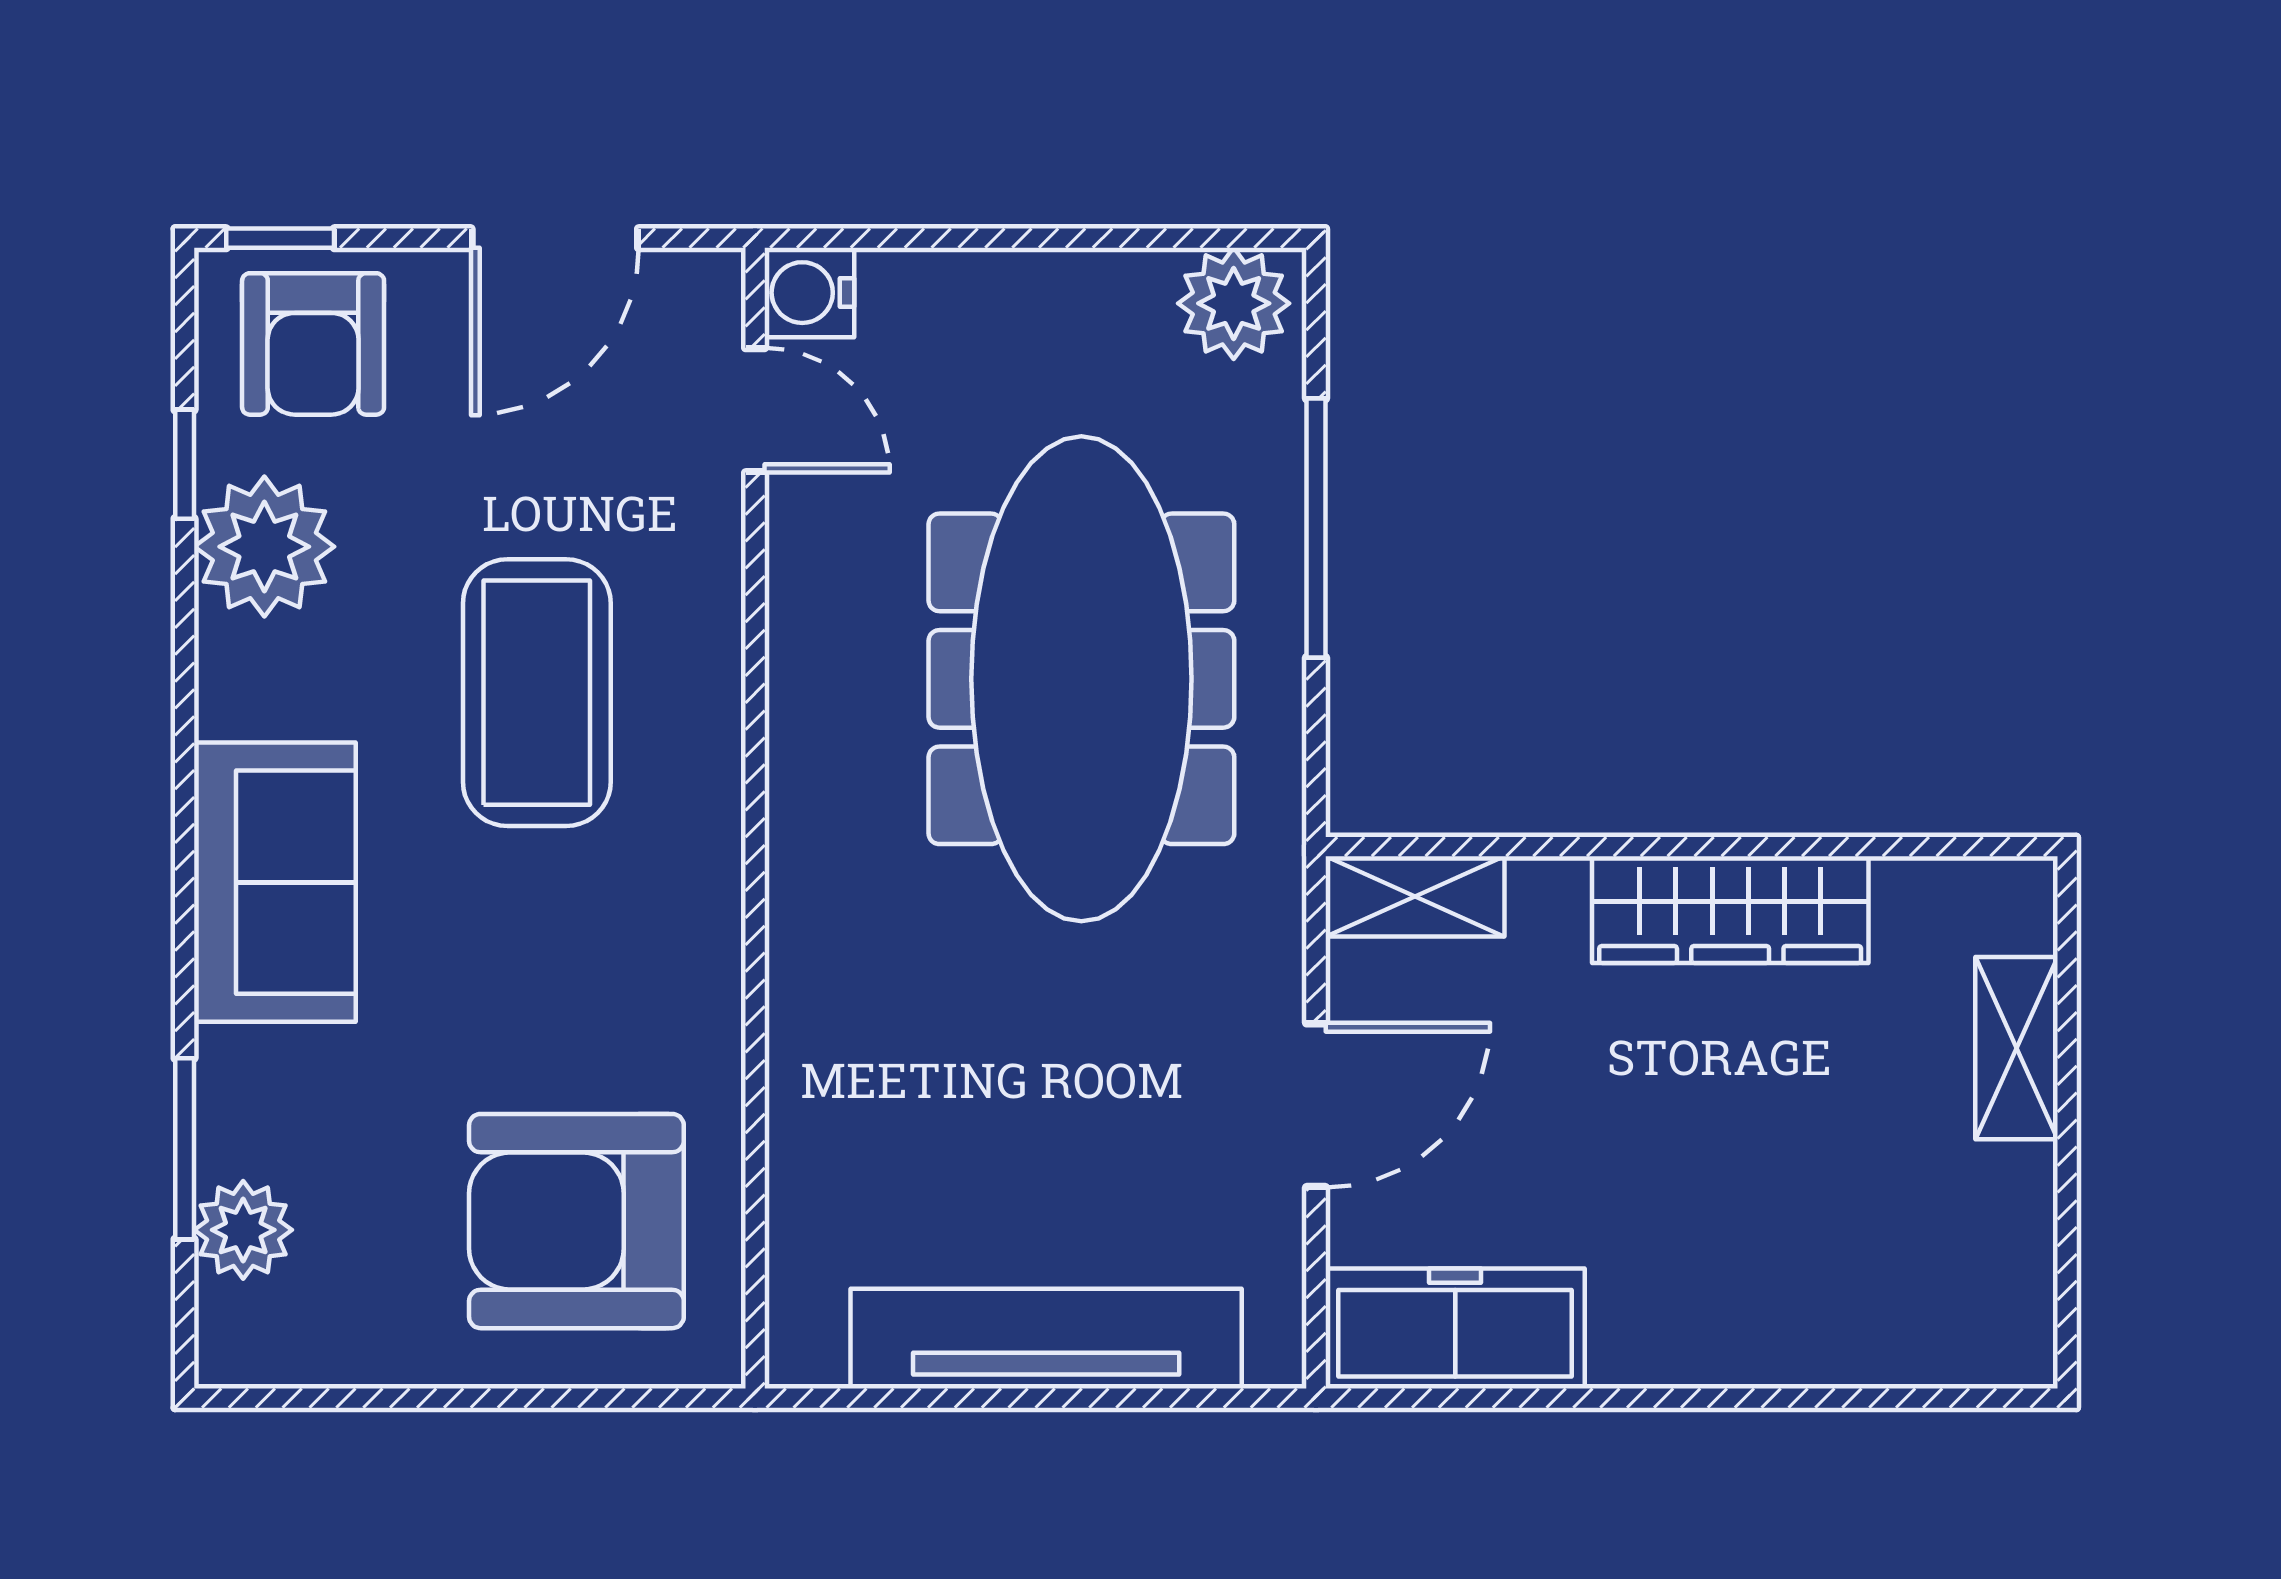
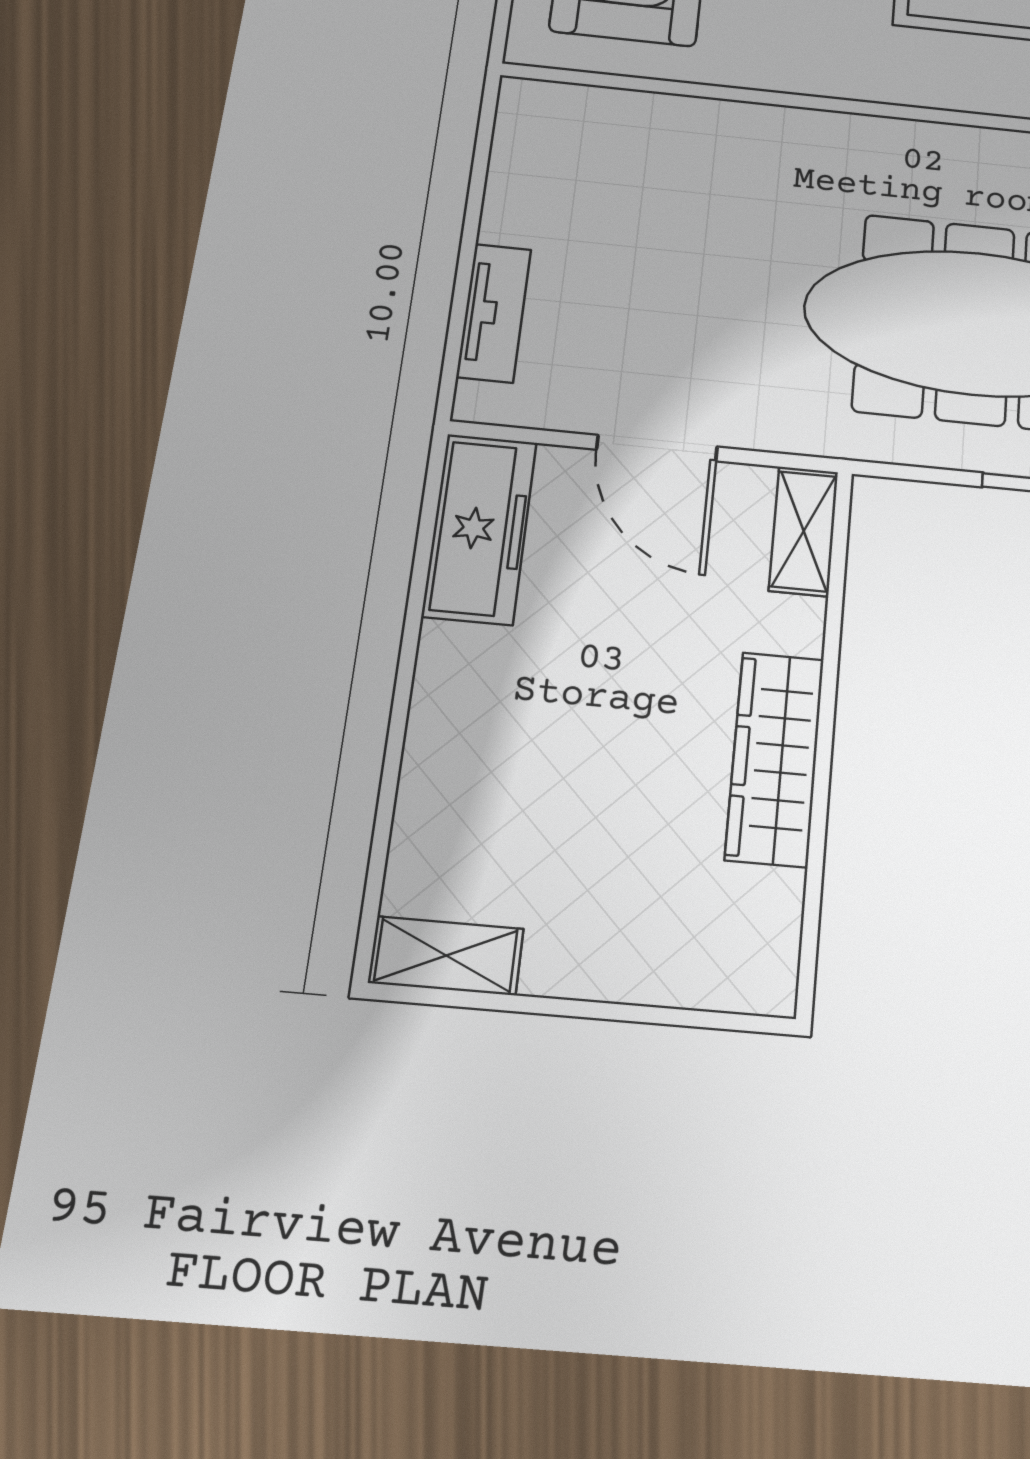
shelving: (2017, 1048) -> (446, 956), moved
tv unit: (1046, 1339) -> (494, 313), width x0.52, depth x0.78

